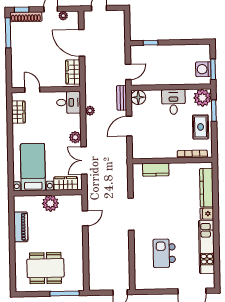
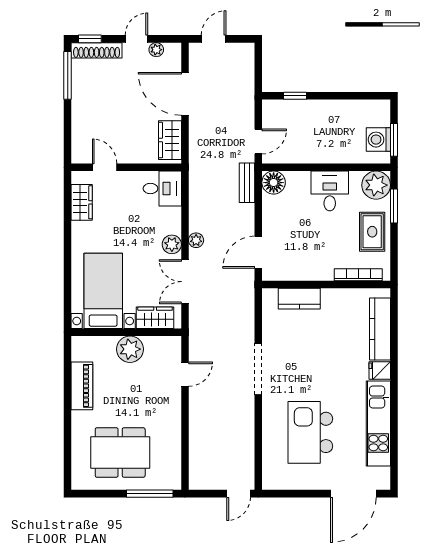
plant: (90, 111) -> (196, 240), moved
door: (129, 126) -> (258, 252), moved
kitchen island: (164, 253) -> (310, 432), width x1.37, depth x1.28

